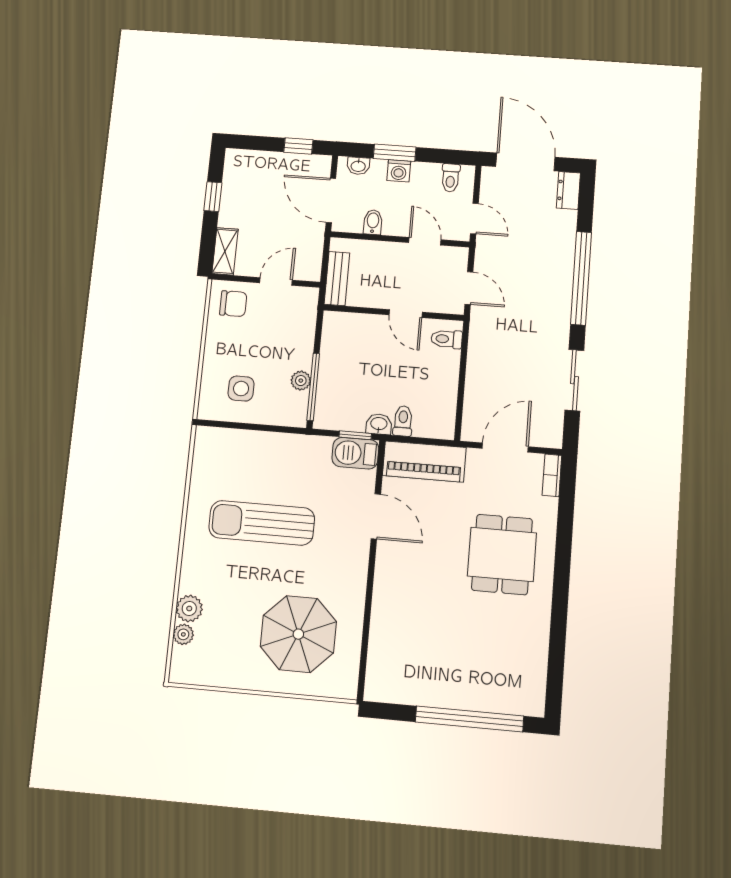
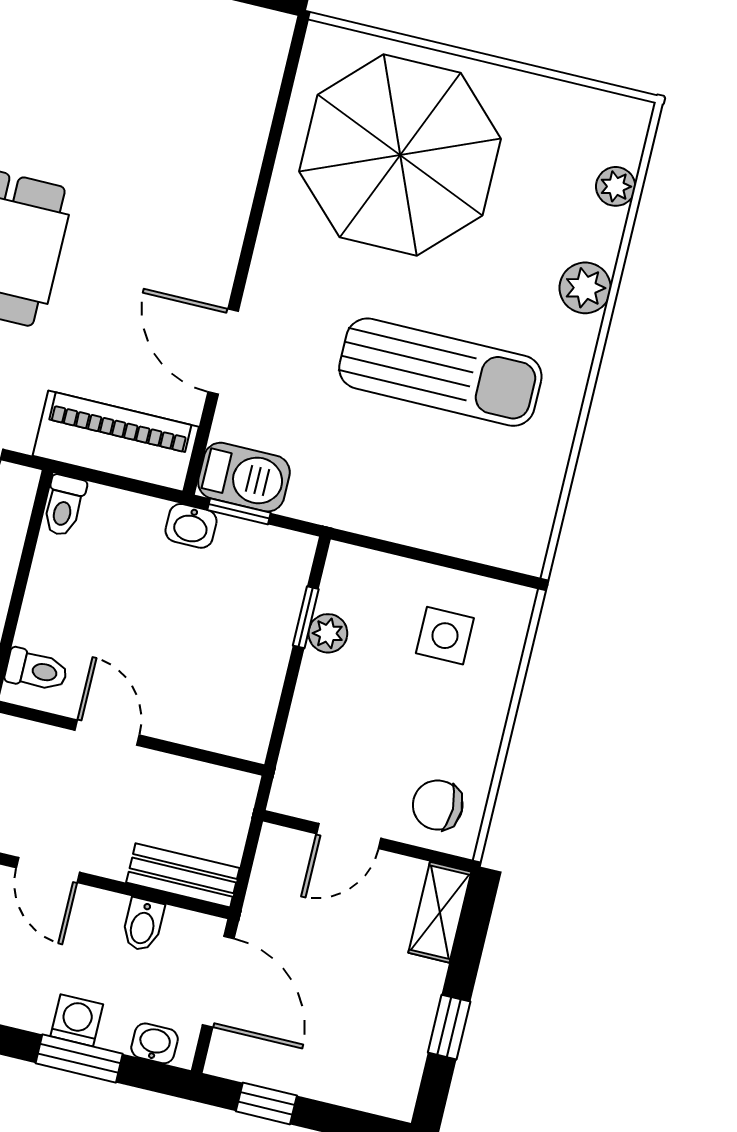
bench: (337, 279) -> (183, 875), moved, turned 90
window: (313, 387) -> (306, 617), width x0.46
toilet: (403, 421) -> (64, 506), moved
plant: (189, 608) -> (585, 288), moved
parasol: (298, 634) -> (400, 155), width x1.36, depth x1.36

